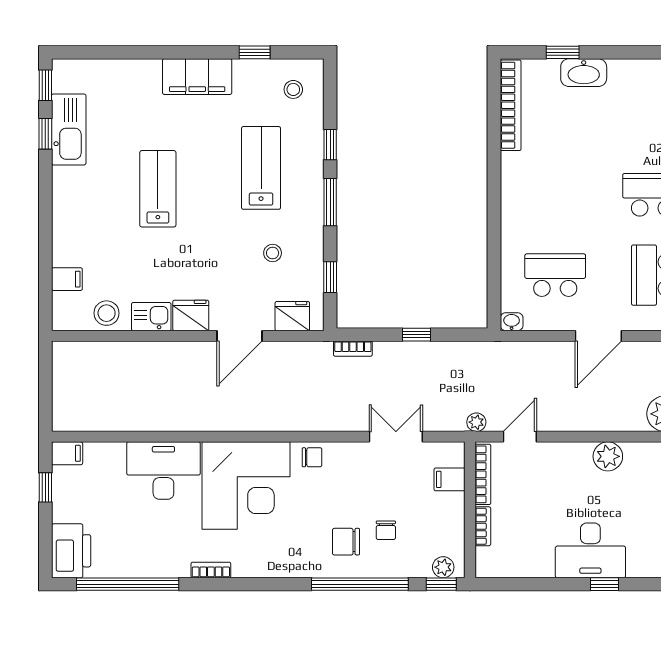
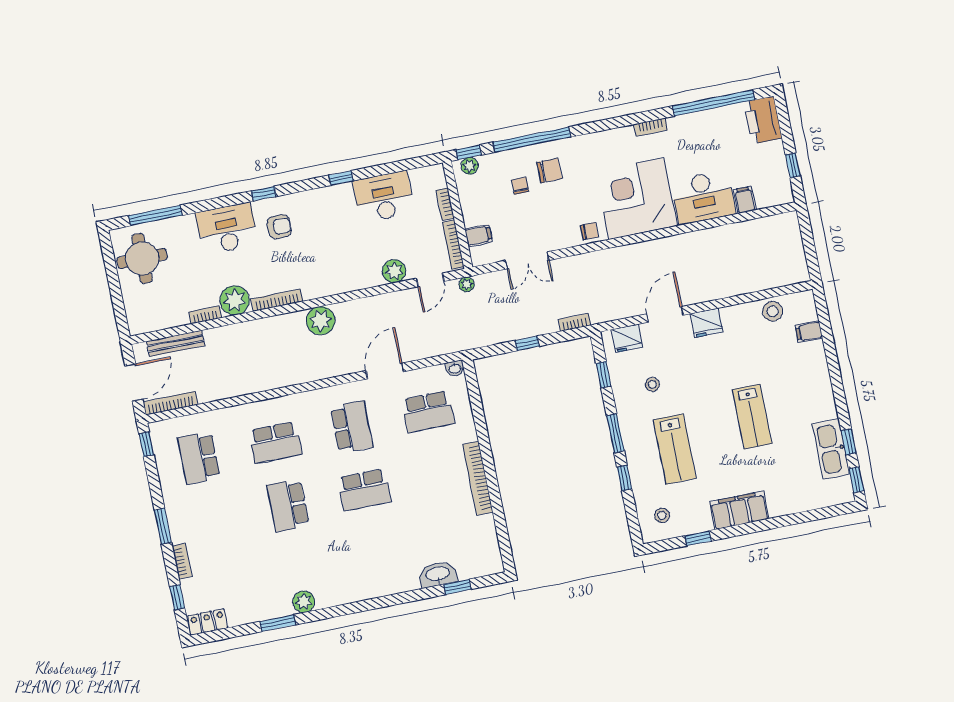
bookcase: (511, 105) -> (478, 478), moved
kitchen sink: (151, 317) -> (737, 316), removed
filing cabinet: (67, 453) -> (745, 200), moved, turned 90
plant: (608, 456) -> (394, 271), moved
chair: (312, 457) -> (589, 231), turned 180
desk: (590, 550) -> (384, 197), moved

